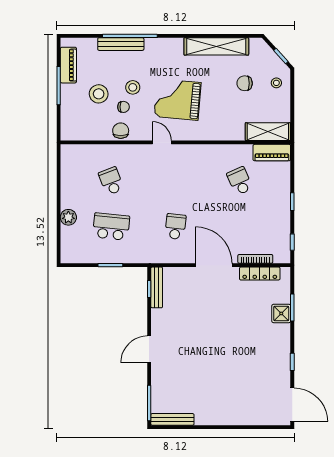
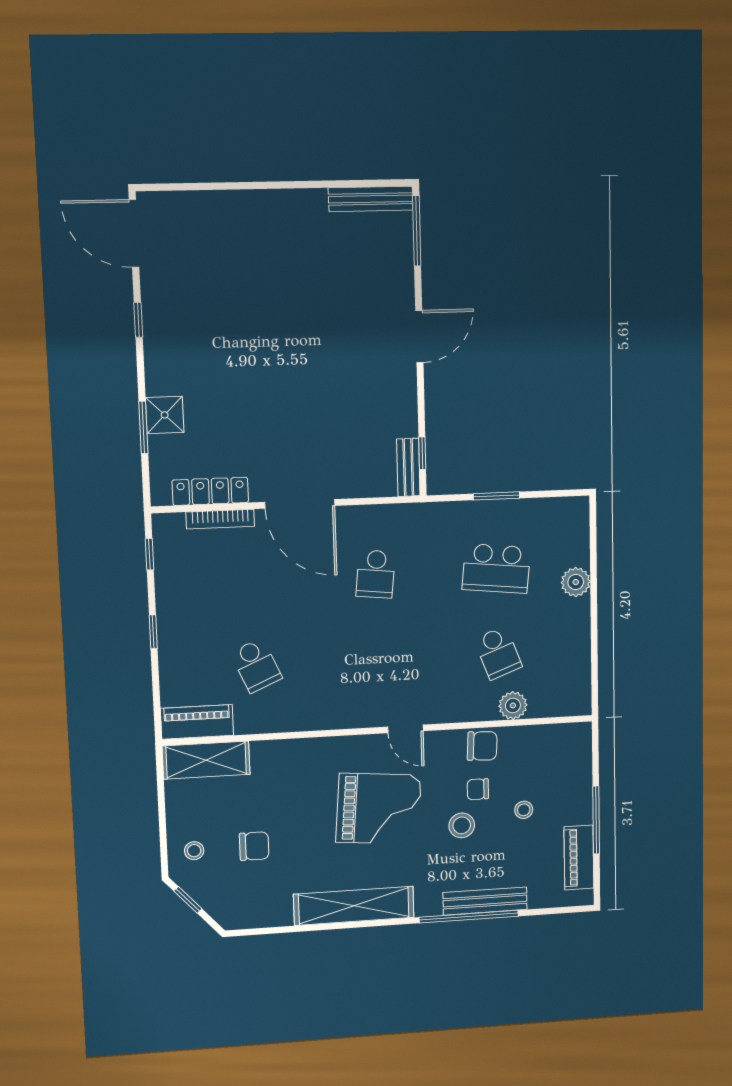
shelving: (216, 46) -> (354, 906), moved
stool: (99, 94) -> (524, 810), width x0.53, depth x0.53
chair: (121, 131) -> (482, 746), turned -87
plant: (104, 152) -> (513, 706), added
bench: (157, 287) -> (408, 467), width x0.73

